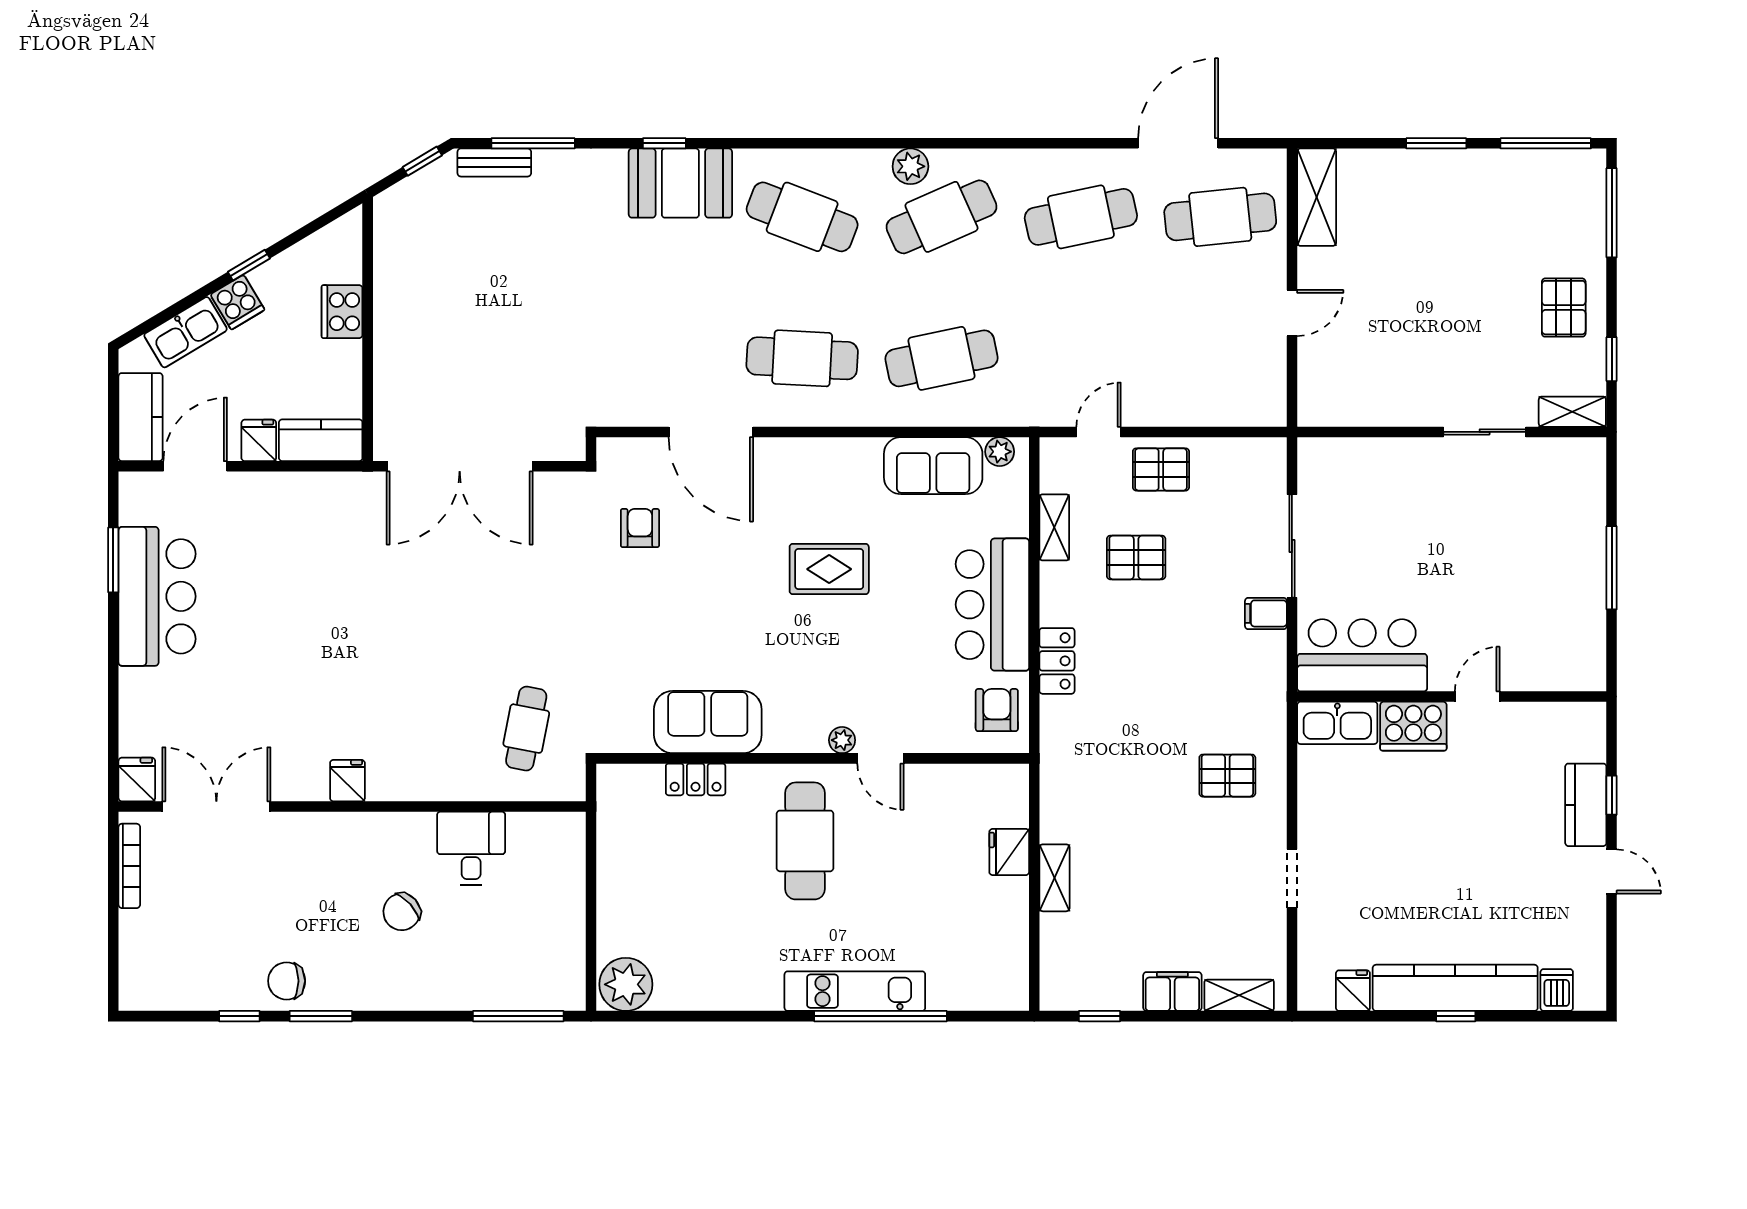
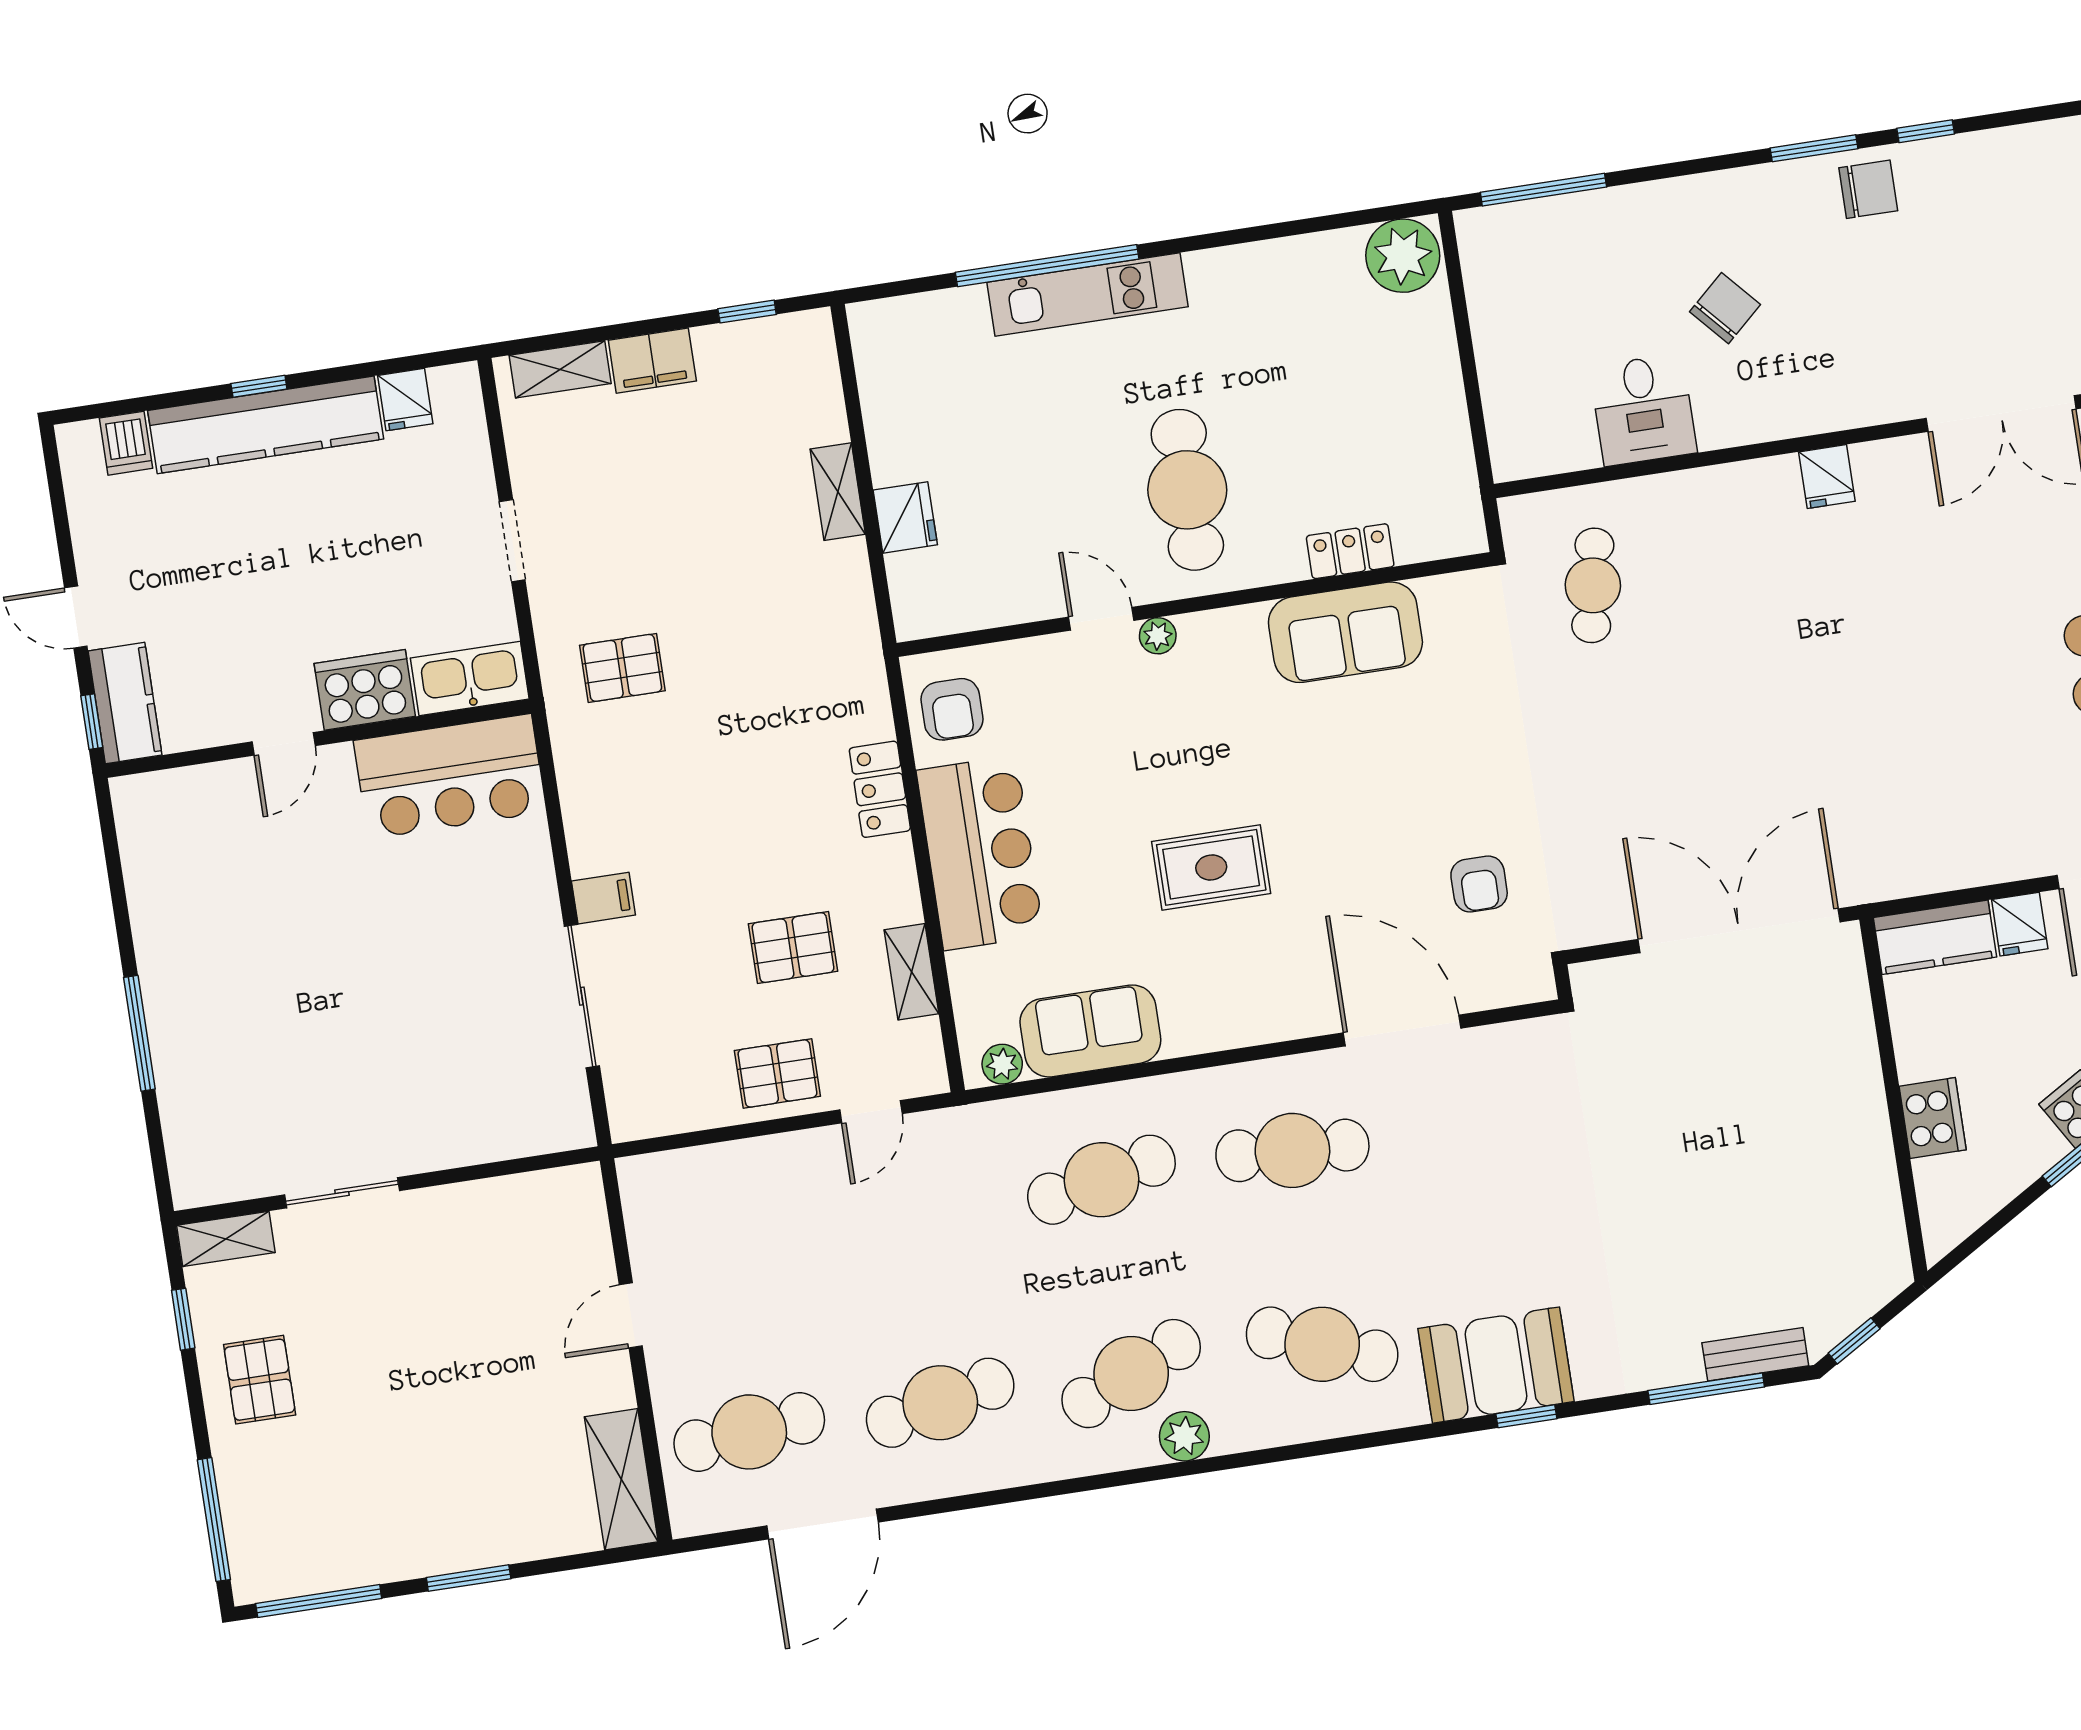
bar counter: (1362, 655) -> (450, 776), moved
wall: (1452, 697) -> (318, 739), moved
door: (1477, 697) -> (284, 744), moved
kitchen sink: (1337, 723) -> (470, 678), moved
cooker: (1413, 726) -> (365, 690), moved

